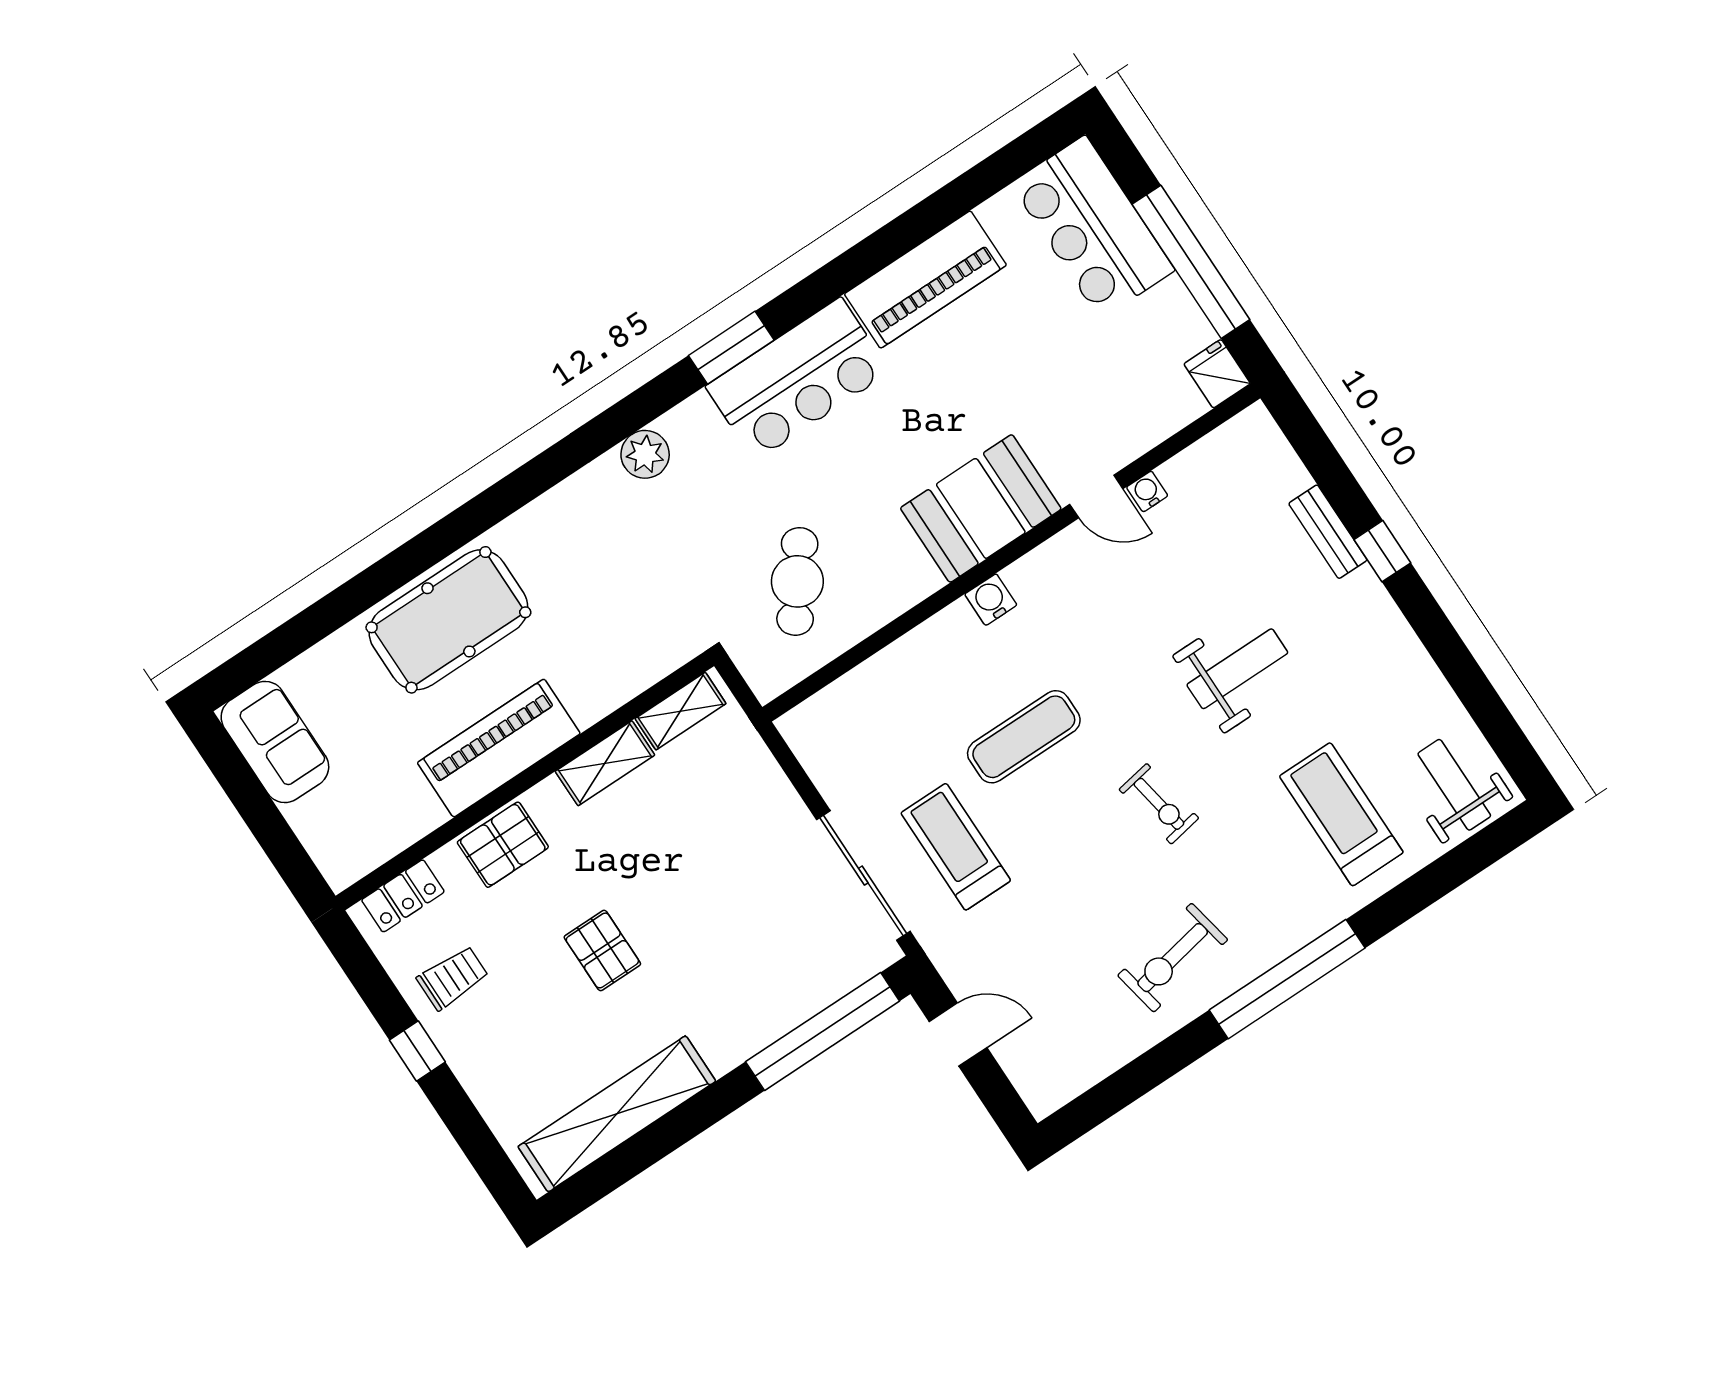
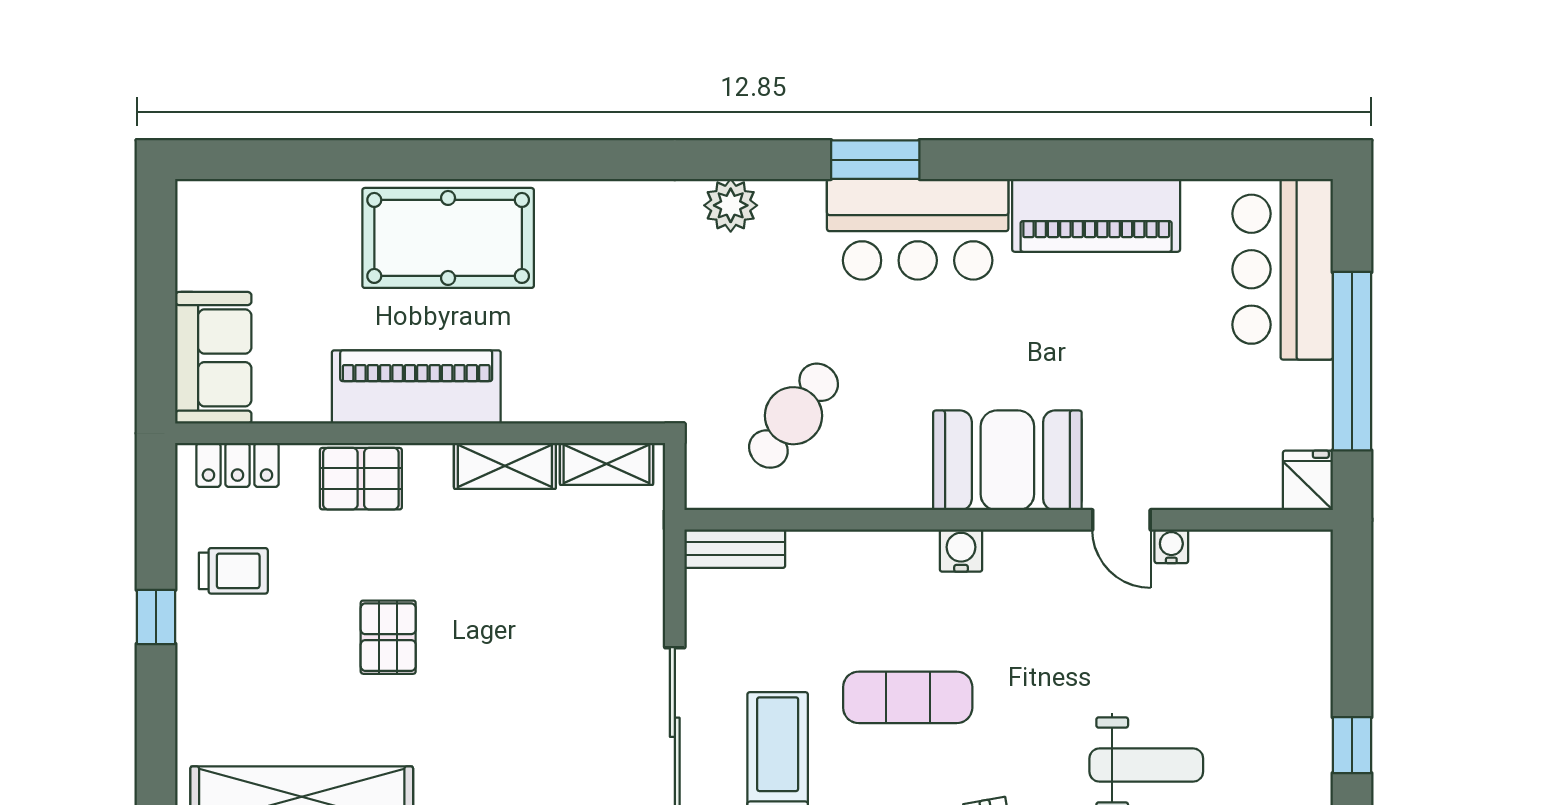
bench: (1328, 532) -> (735, 549), moved, turned 90
sofa: (275, 742) -> (213, 358), moved

